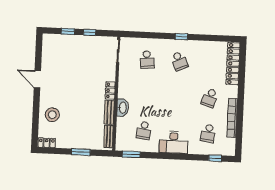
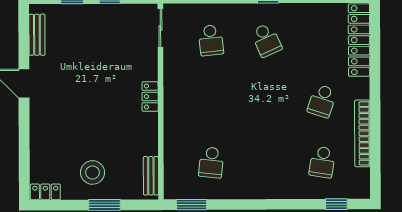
washbasin: (123, 108) -> (173, 125), removed
bench: (109, 112) -> (37, 35), moved
stool: (52, 115) -> (92, 172), moved
desk: (174, 142) -> (263, 180), removed

